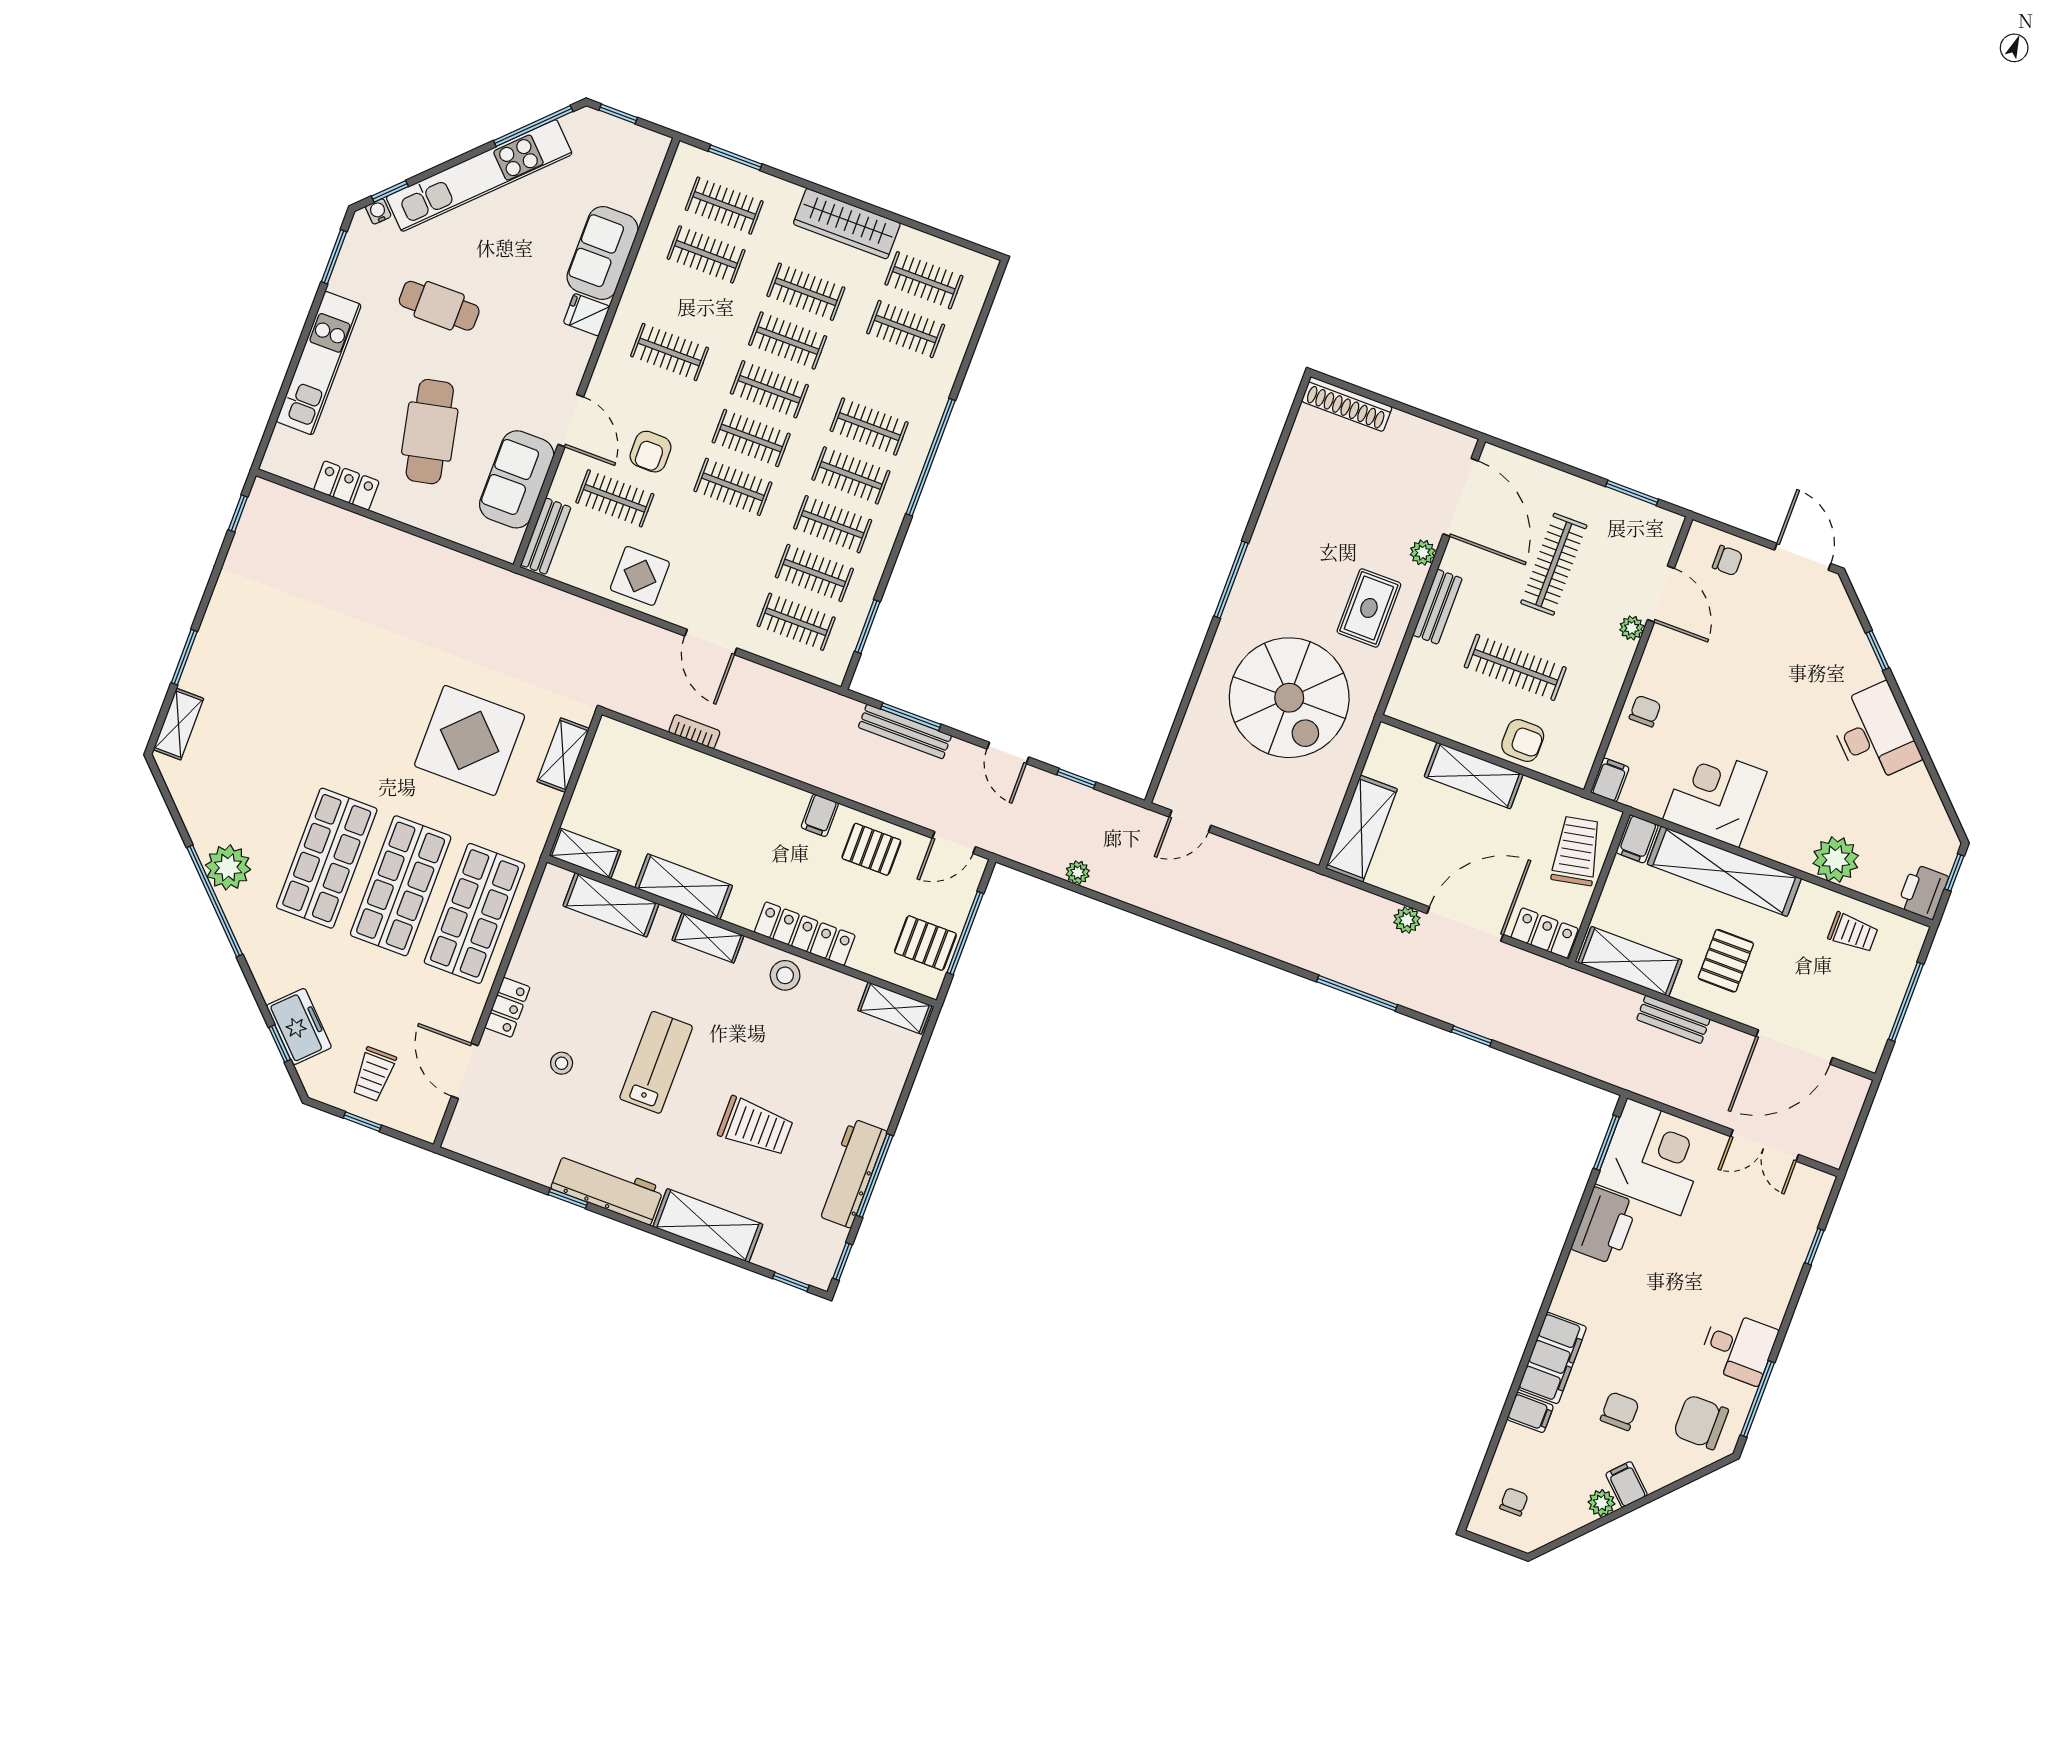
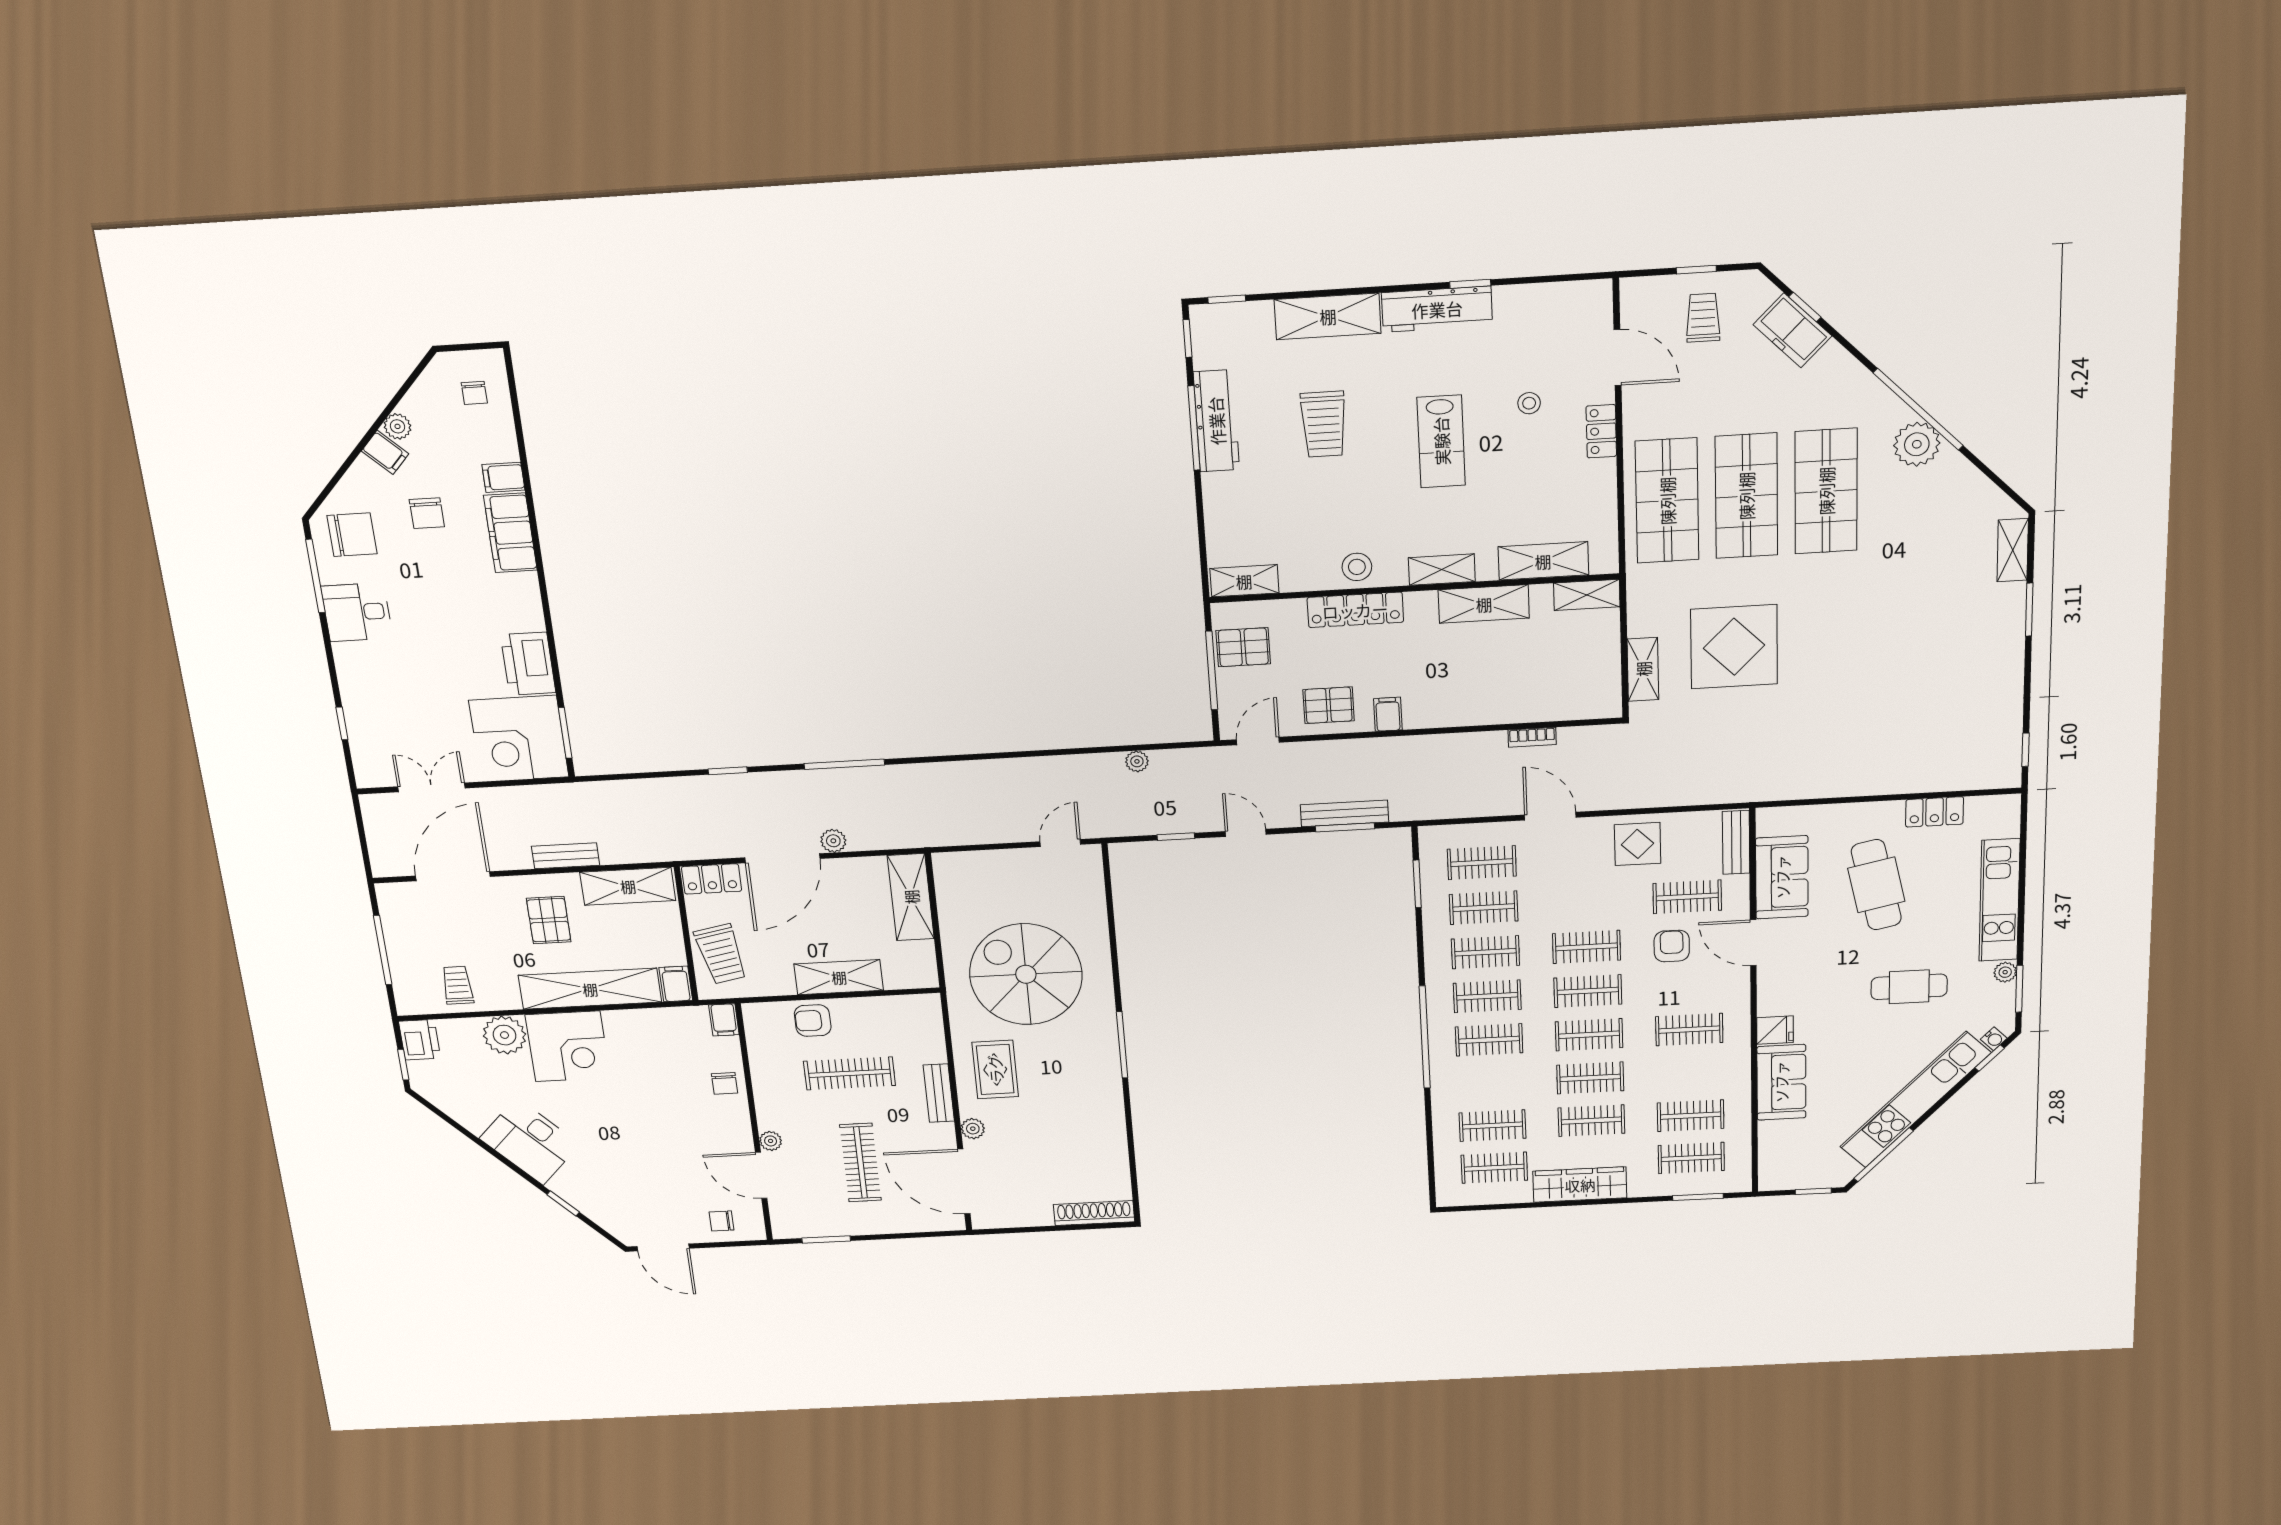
plant: (341, 281) -> (2005, 972), added
corner desk: (1715, 796) -> (568, 1046), moved
trolley: (1853, 933) -> (458, 985), turned 90
trolley: (755, 1126) -> (1324, 424), turned -90

